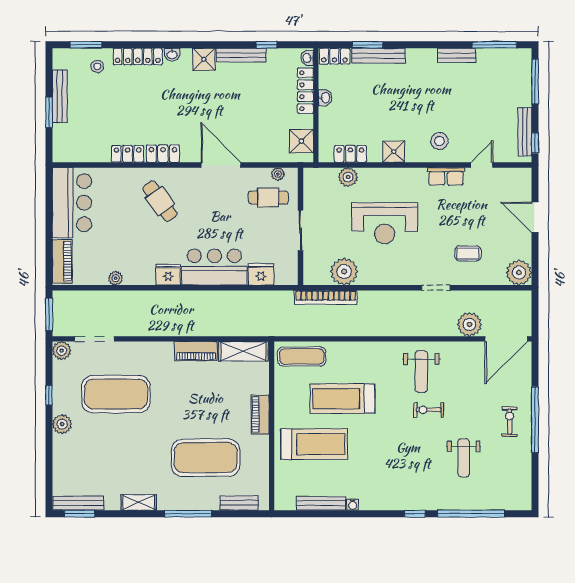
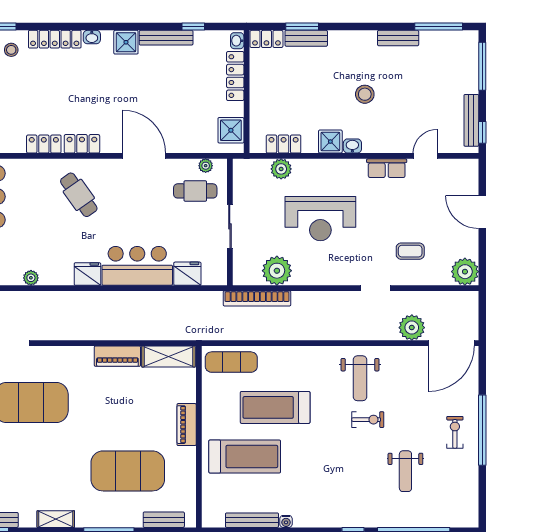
bench: (378, 56) -> (306, 38), width x0.73
washbasin: (325, 98) -> (352, 146), moved, turned -90
stool: (439, 141) -> (365, 94), moved
exercise bike: (429, 410) -> (368, 420), turned 180

